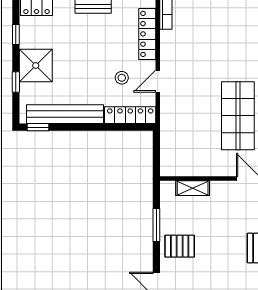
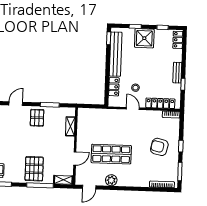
armchair: (223, 33) -> (159, 147), added
locker: (130, 115) -> (114, 87), width x0.66

